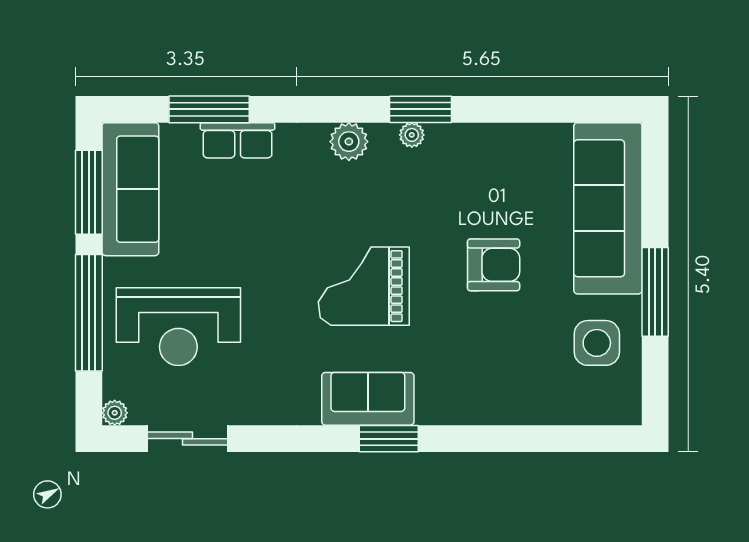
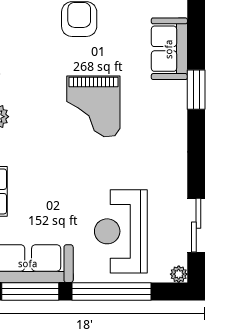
reception desk: (178, 327) -> (121, 231), turned 180
sofa: (368, 399) -> (169, 49), moved

